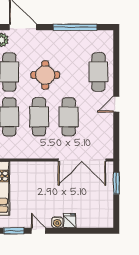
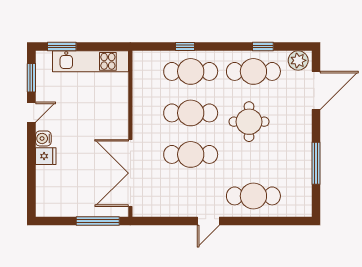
window: (75, 27) -> (316, 163), width x0.68
door: (116, 104) -> (208, 221), swing flipped
window: (116, 183) -> (98, 221), width x1.44

